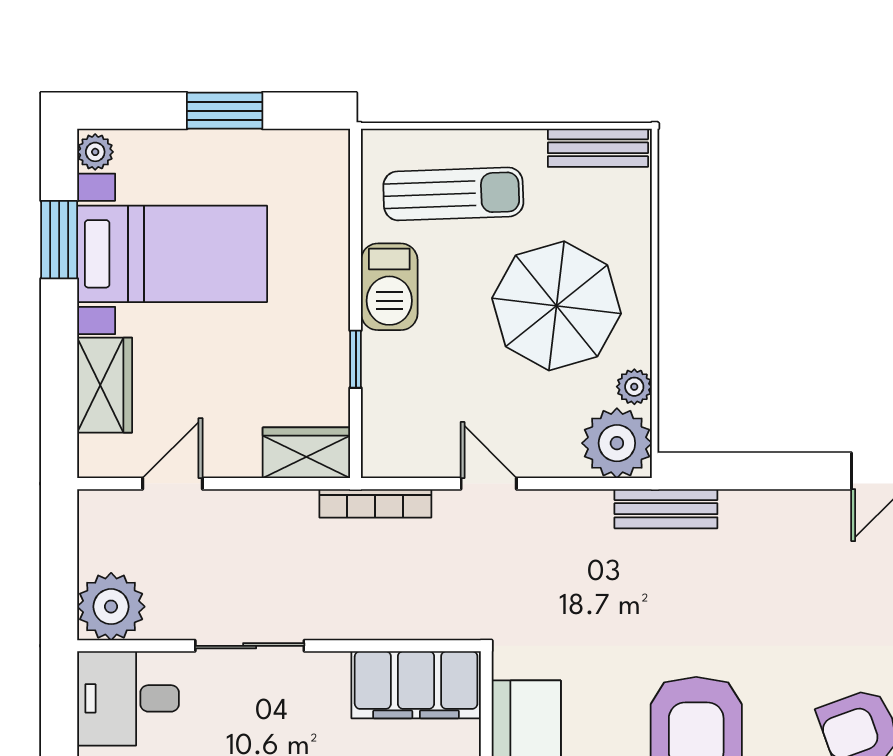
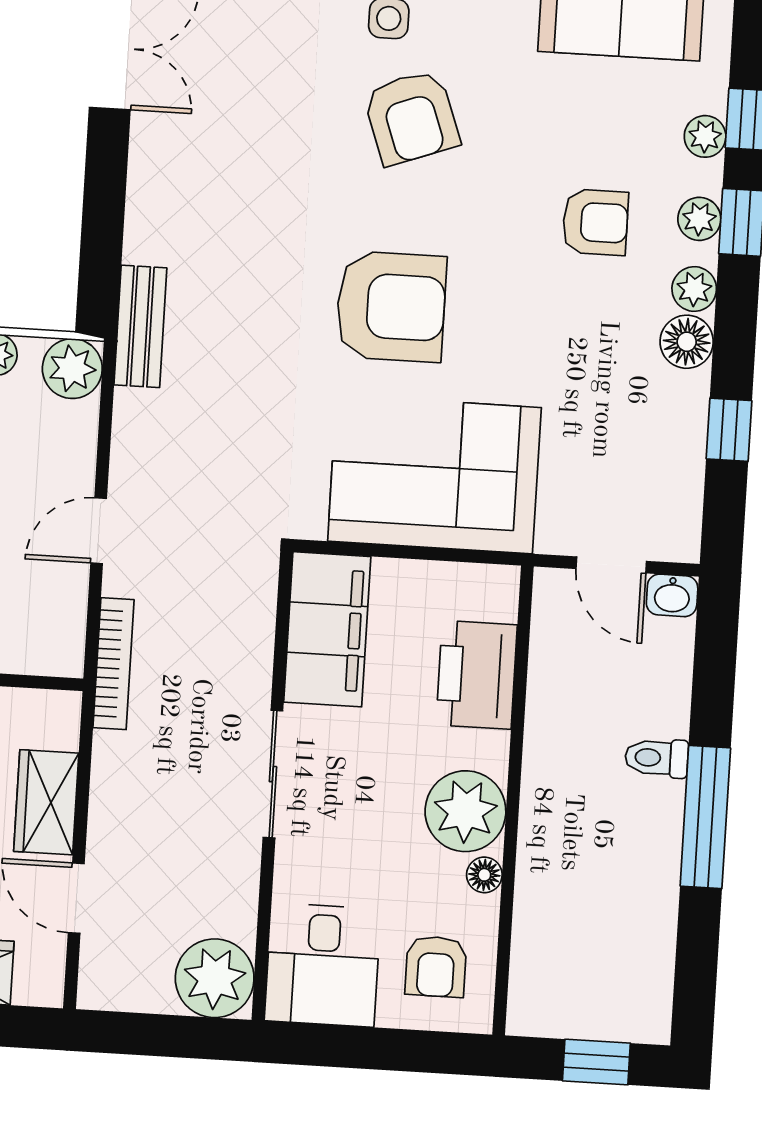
plant: (617, 443) -> (72, 369), width x0.73, depth x0.73
wardrobe: (306, 453) -> (46, 802), moved
sliding door: (250, 646) -> (273, 774), moved

